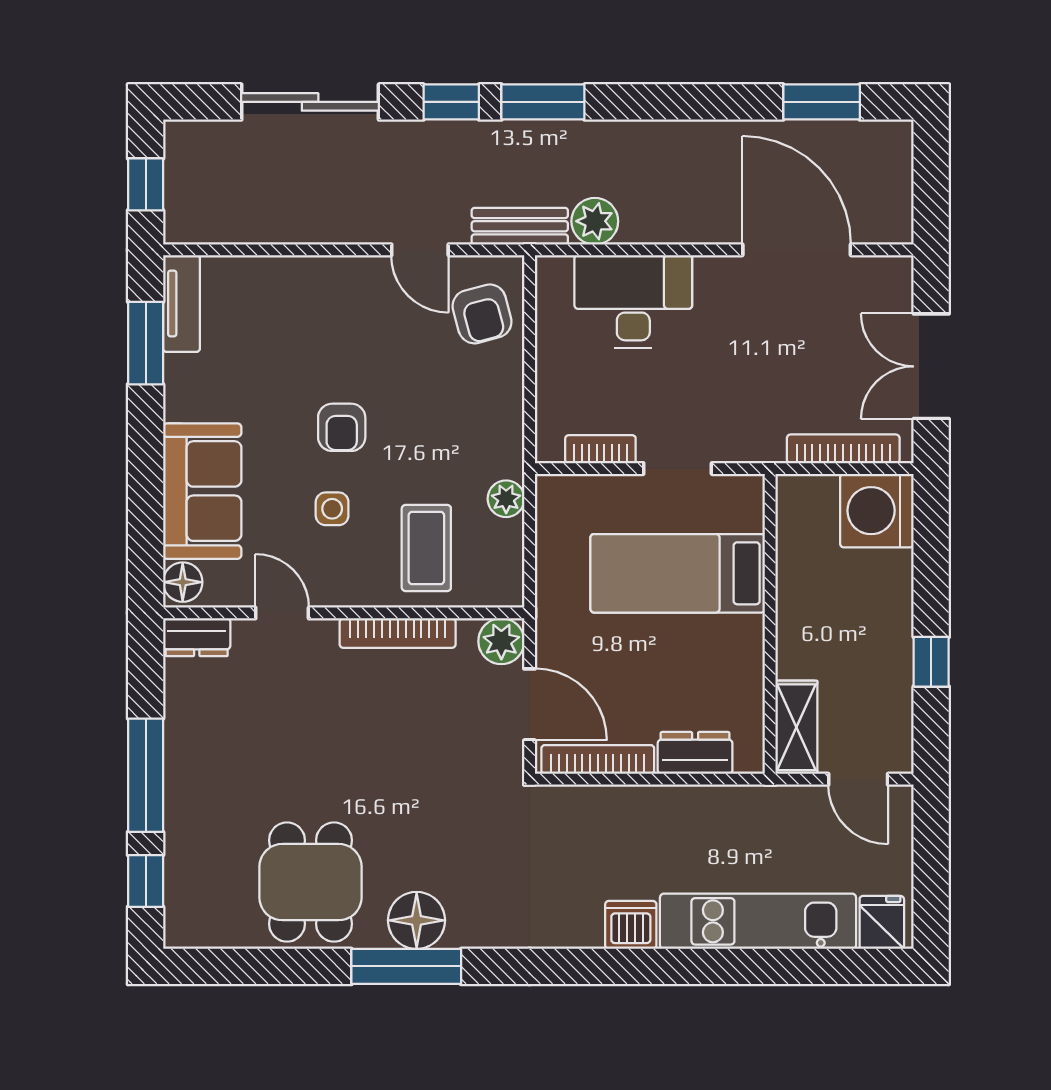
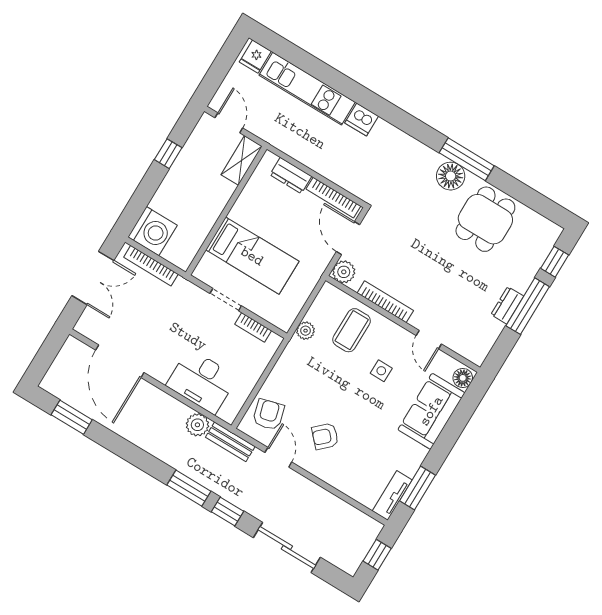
armchair: (342, 427) -> (325, 436), moved, turned -133
dresser: (197, 637) -> (507, 305), moved, turned -90

